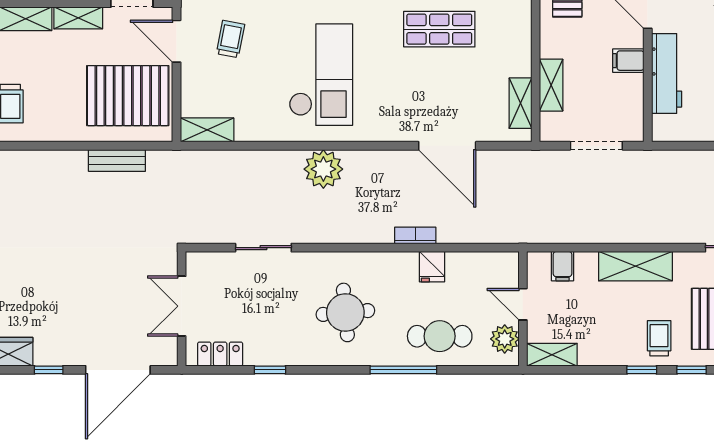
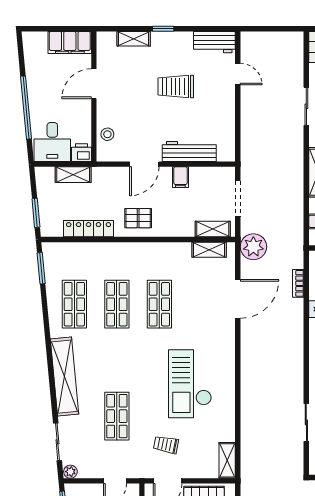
checkout: (321, 75) -> (190, 384), turned -90
shelving: (551, 85) -> (213, 229), moved
plant: (323, 169) -> (253, 247), moved
bookcase: (415, 236) -> (298, 283), moved

